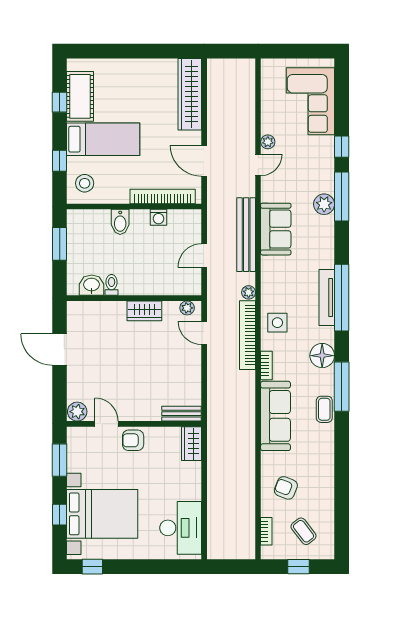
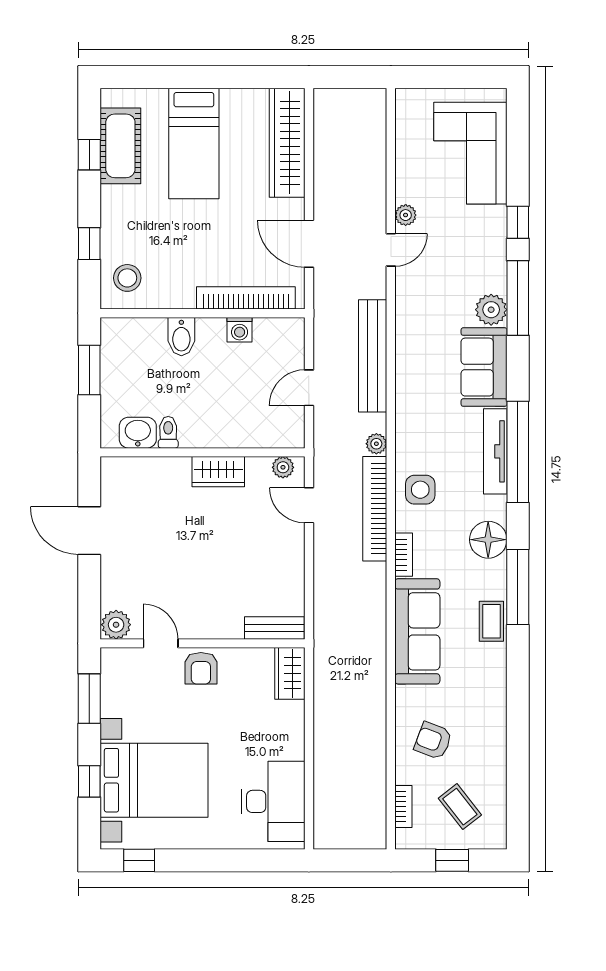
bed: (103, 139) -> (194, 143), moved, turned 90
sofa: (276, 229) -> (484, 367), moved, turned 180
armchair: (133, 440) -> (201, 668), turned -90

